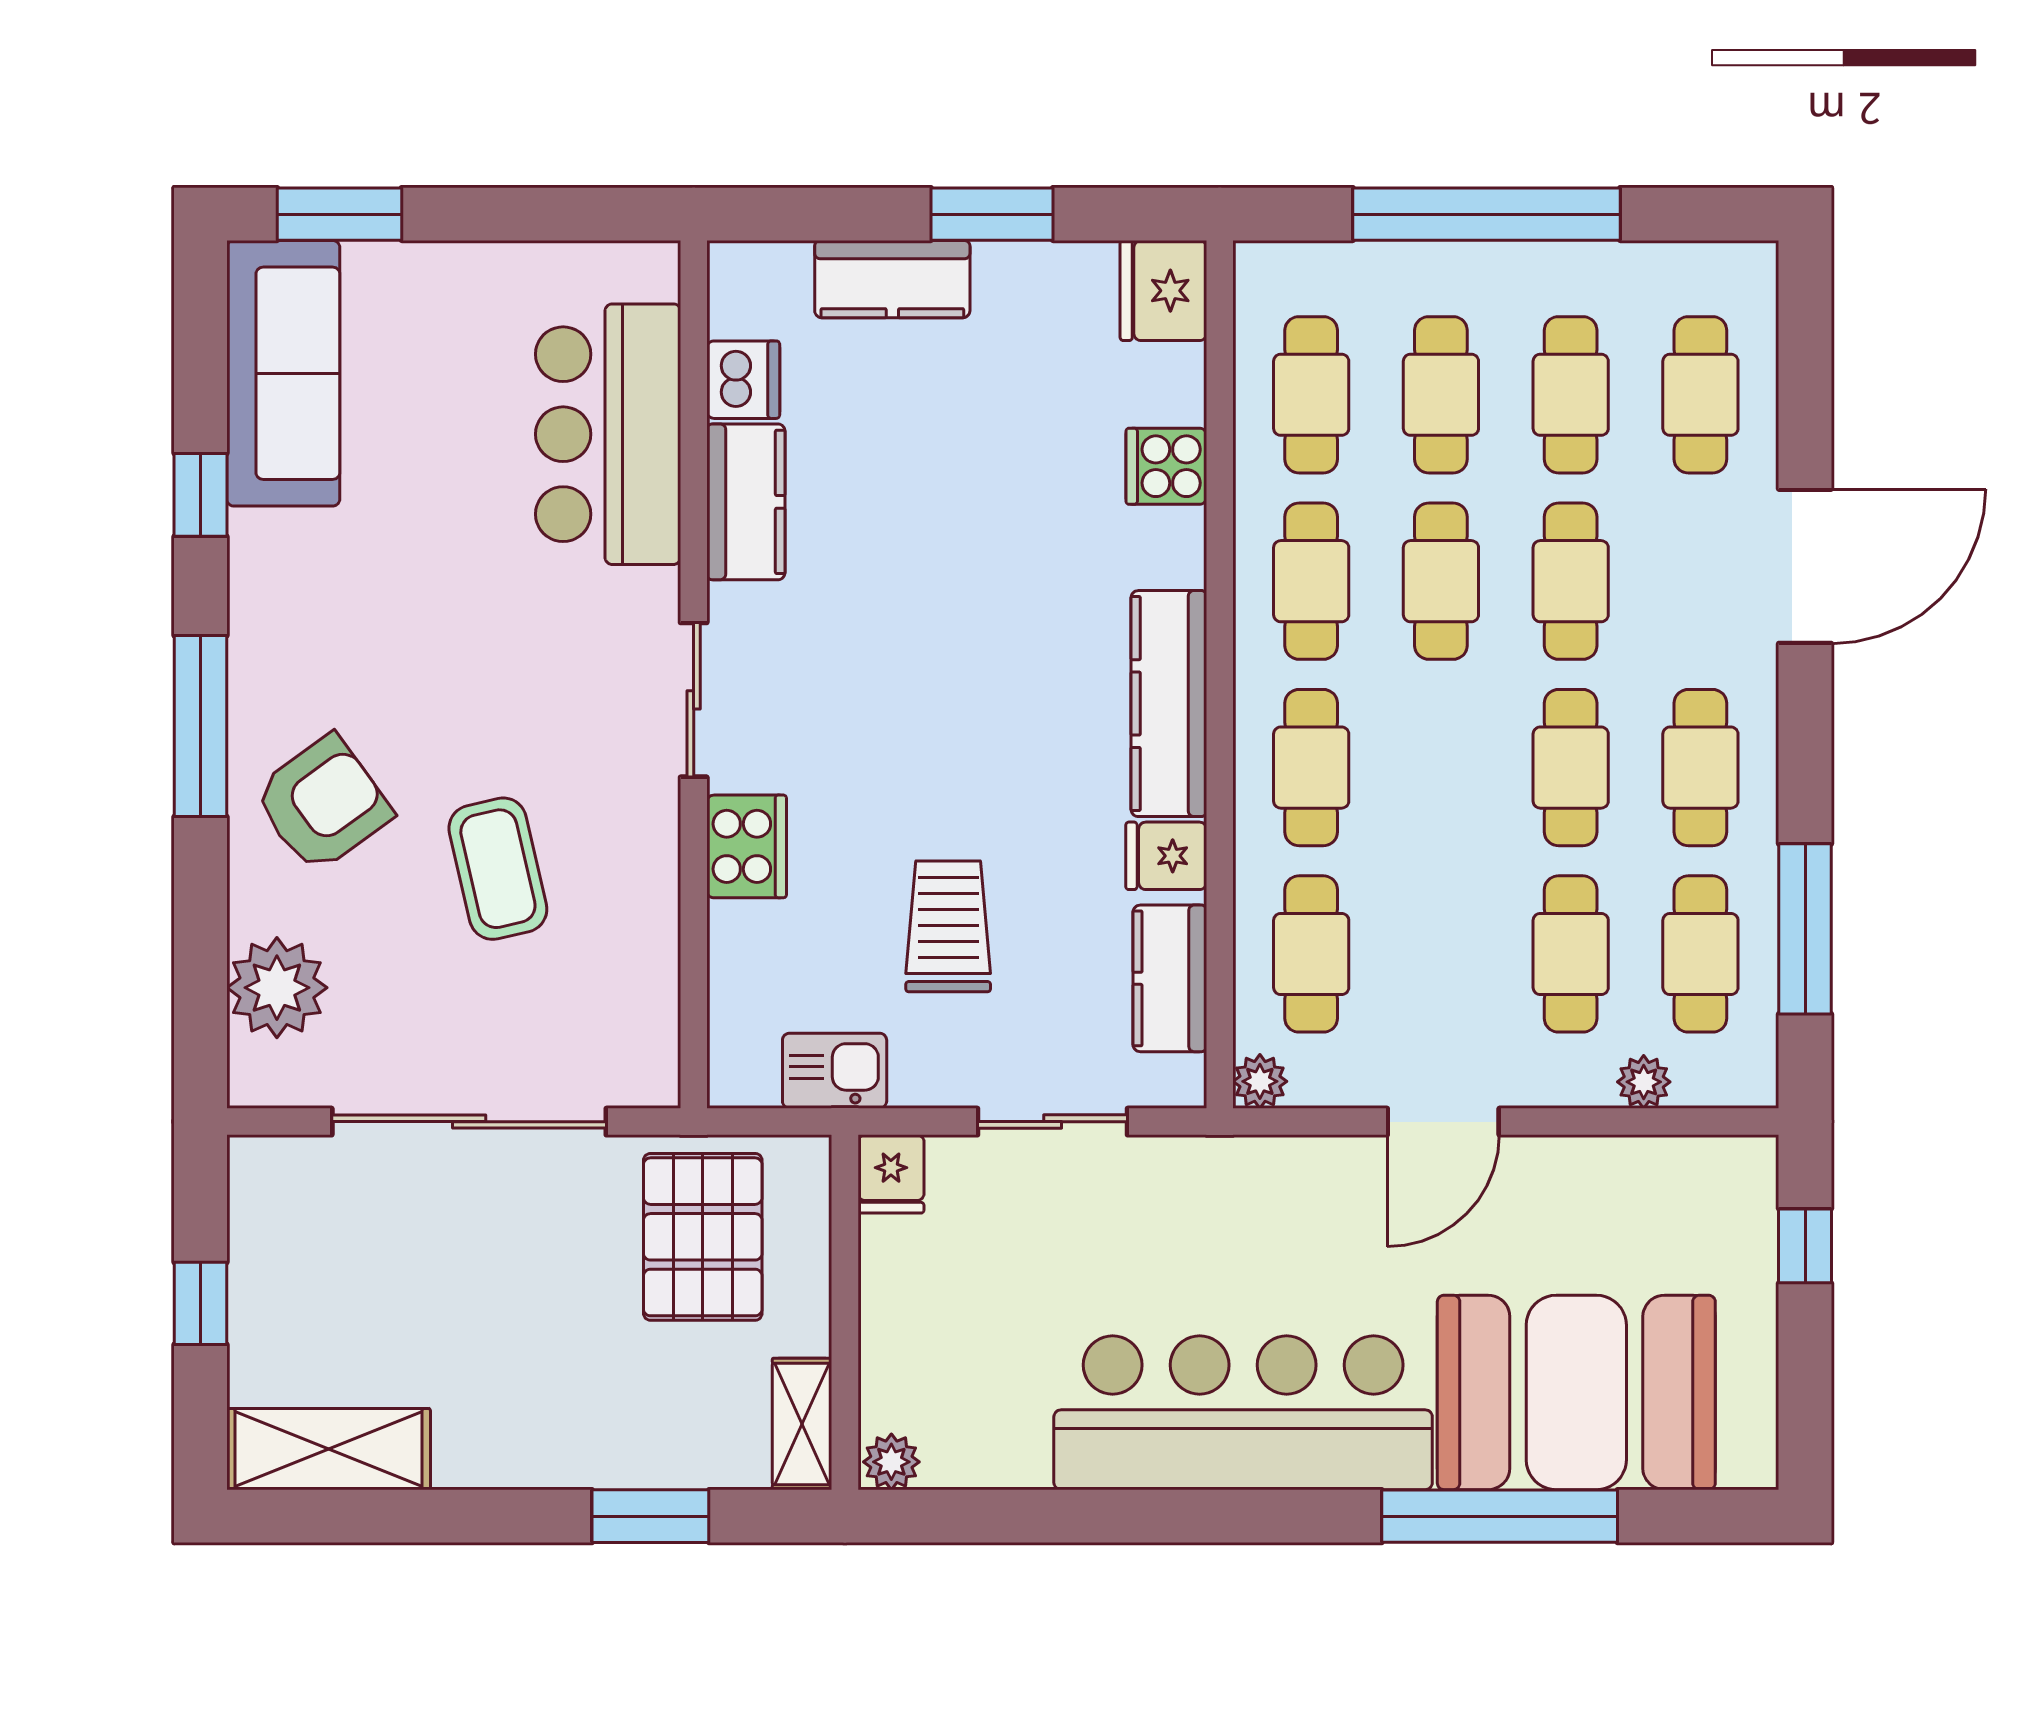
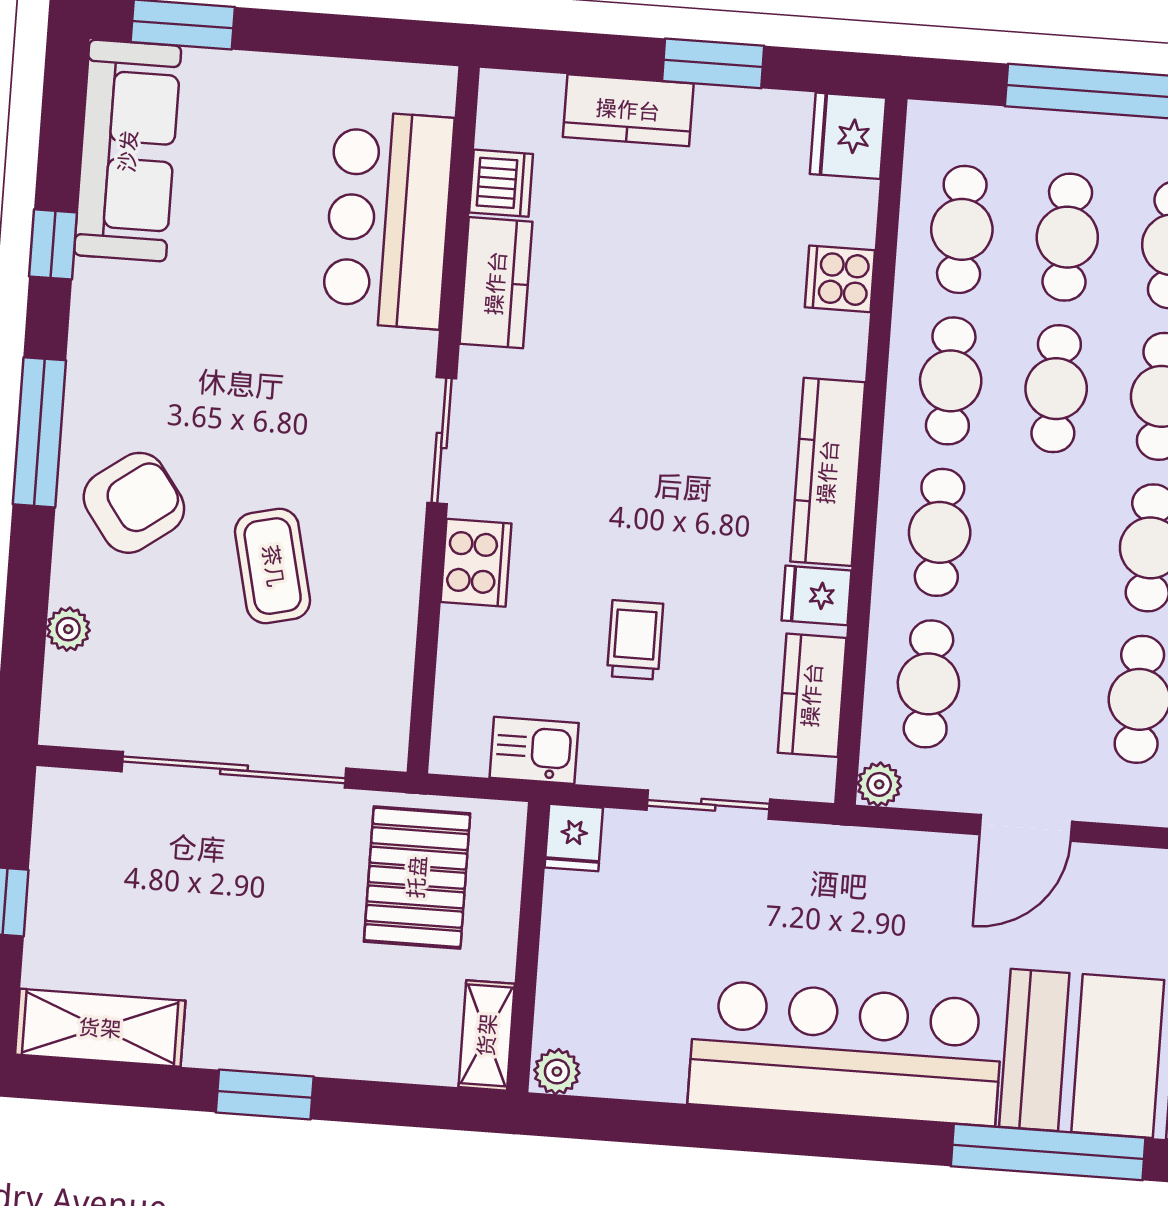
trolley: (948, 926) -> (635, 640), width x0.73, depth x0.72
plant: (277, 988) -> (68, 629), width x0.53, depth x0.53
window: (650, 1516) -> (265, 1094), moved

